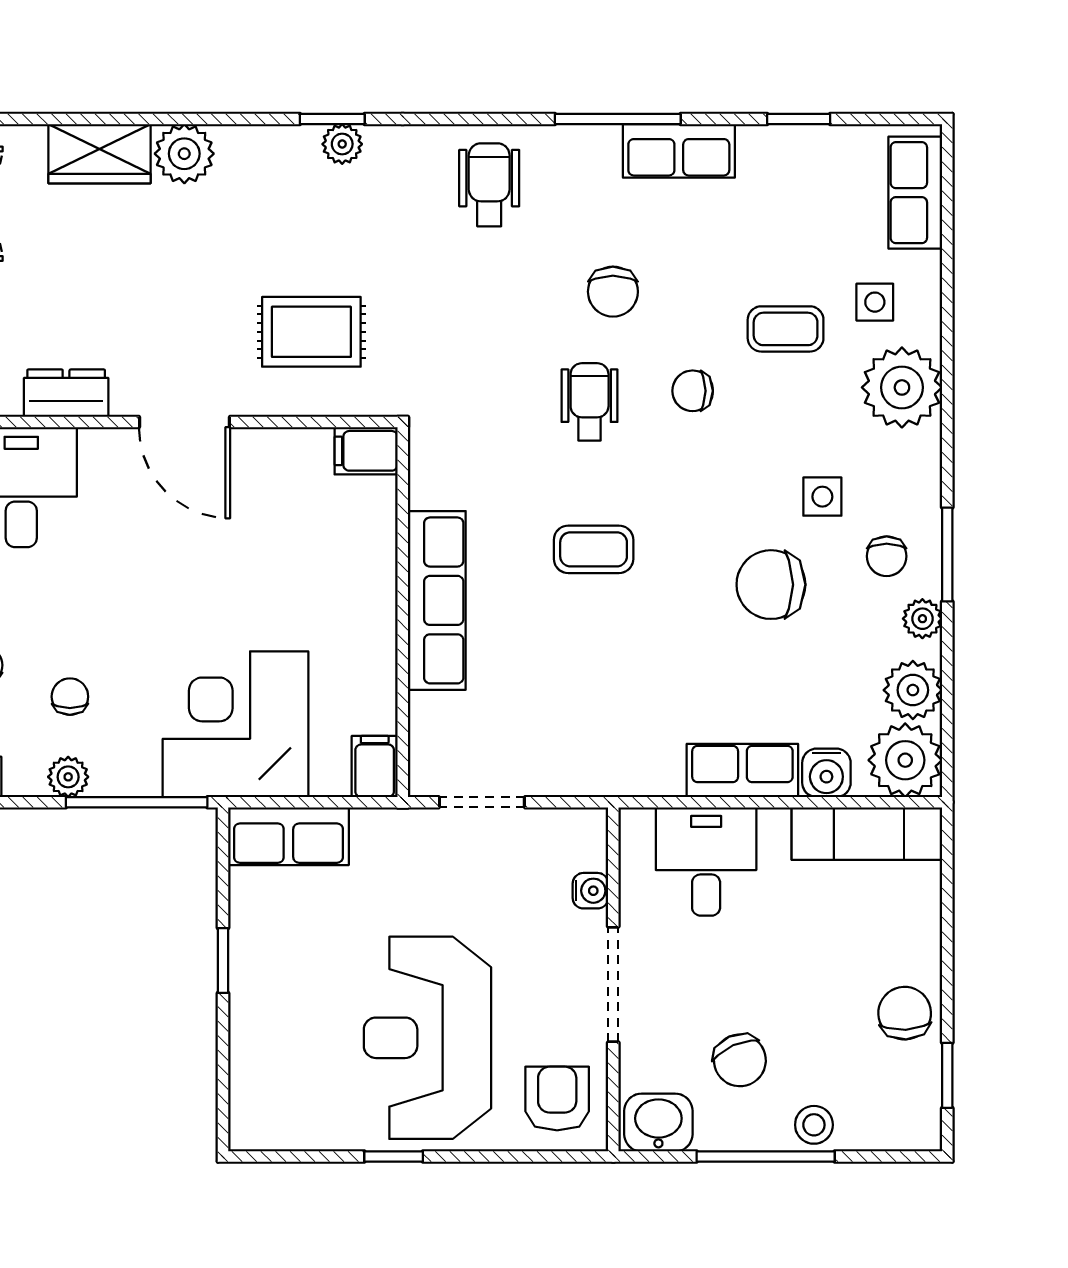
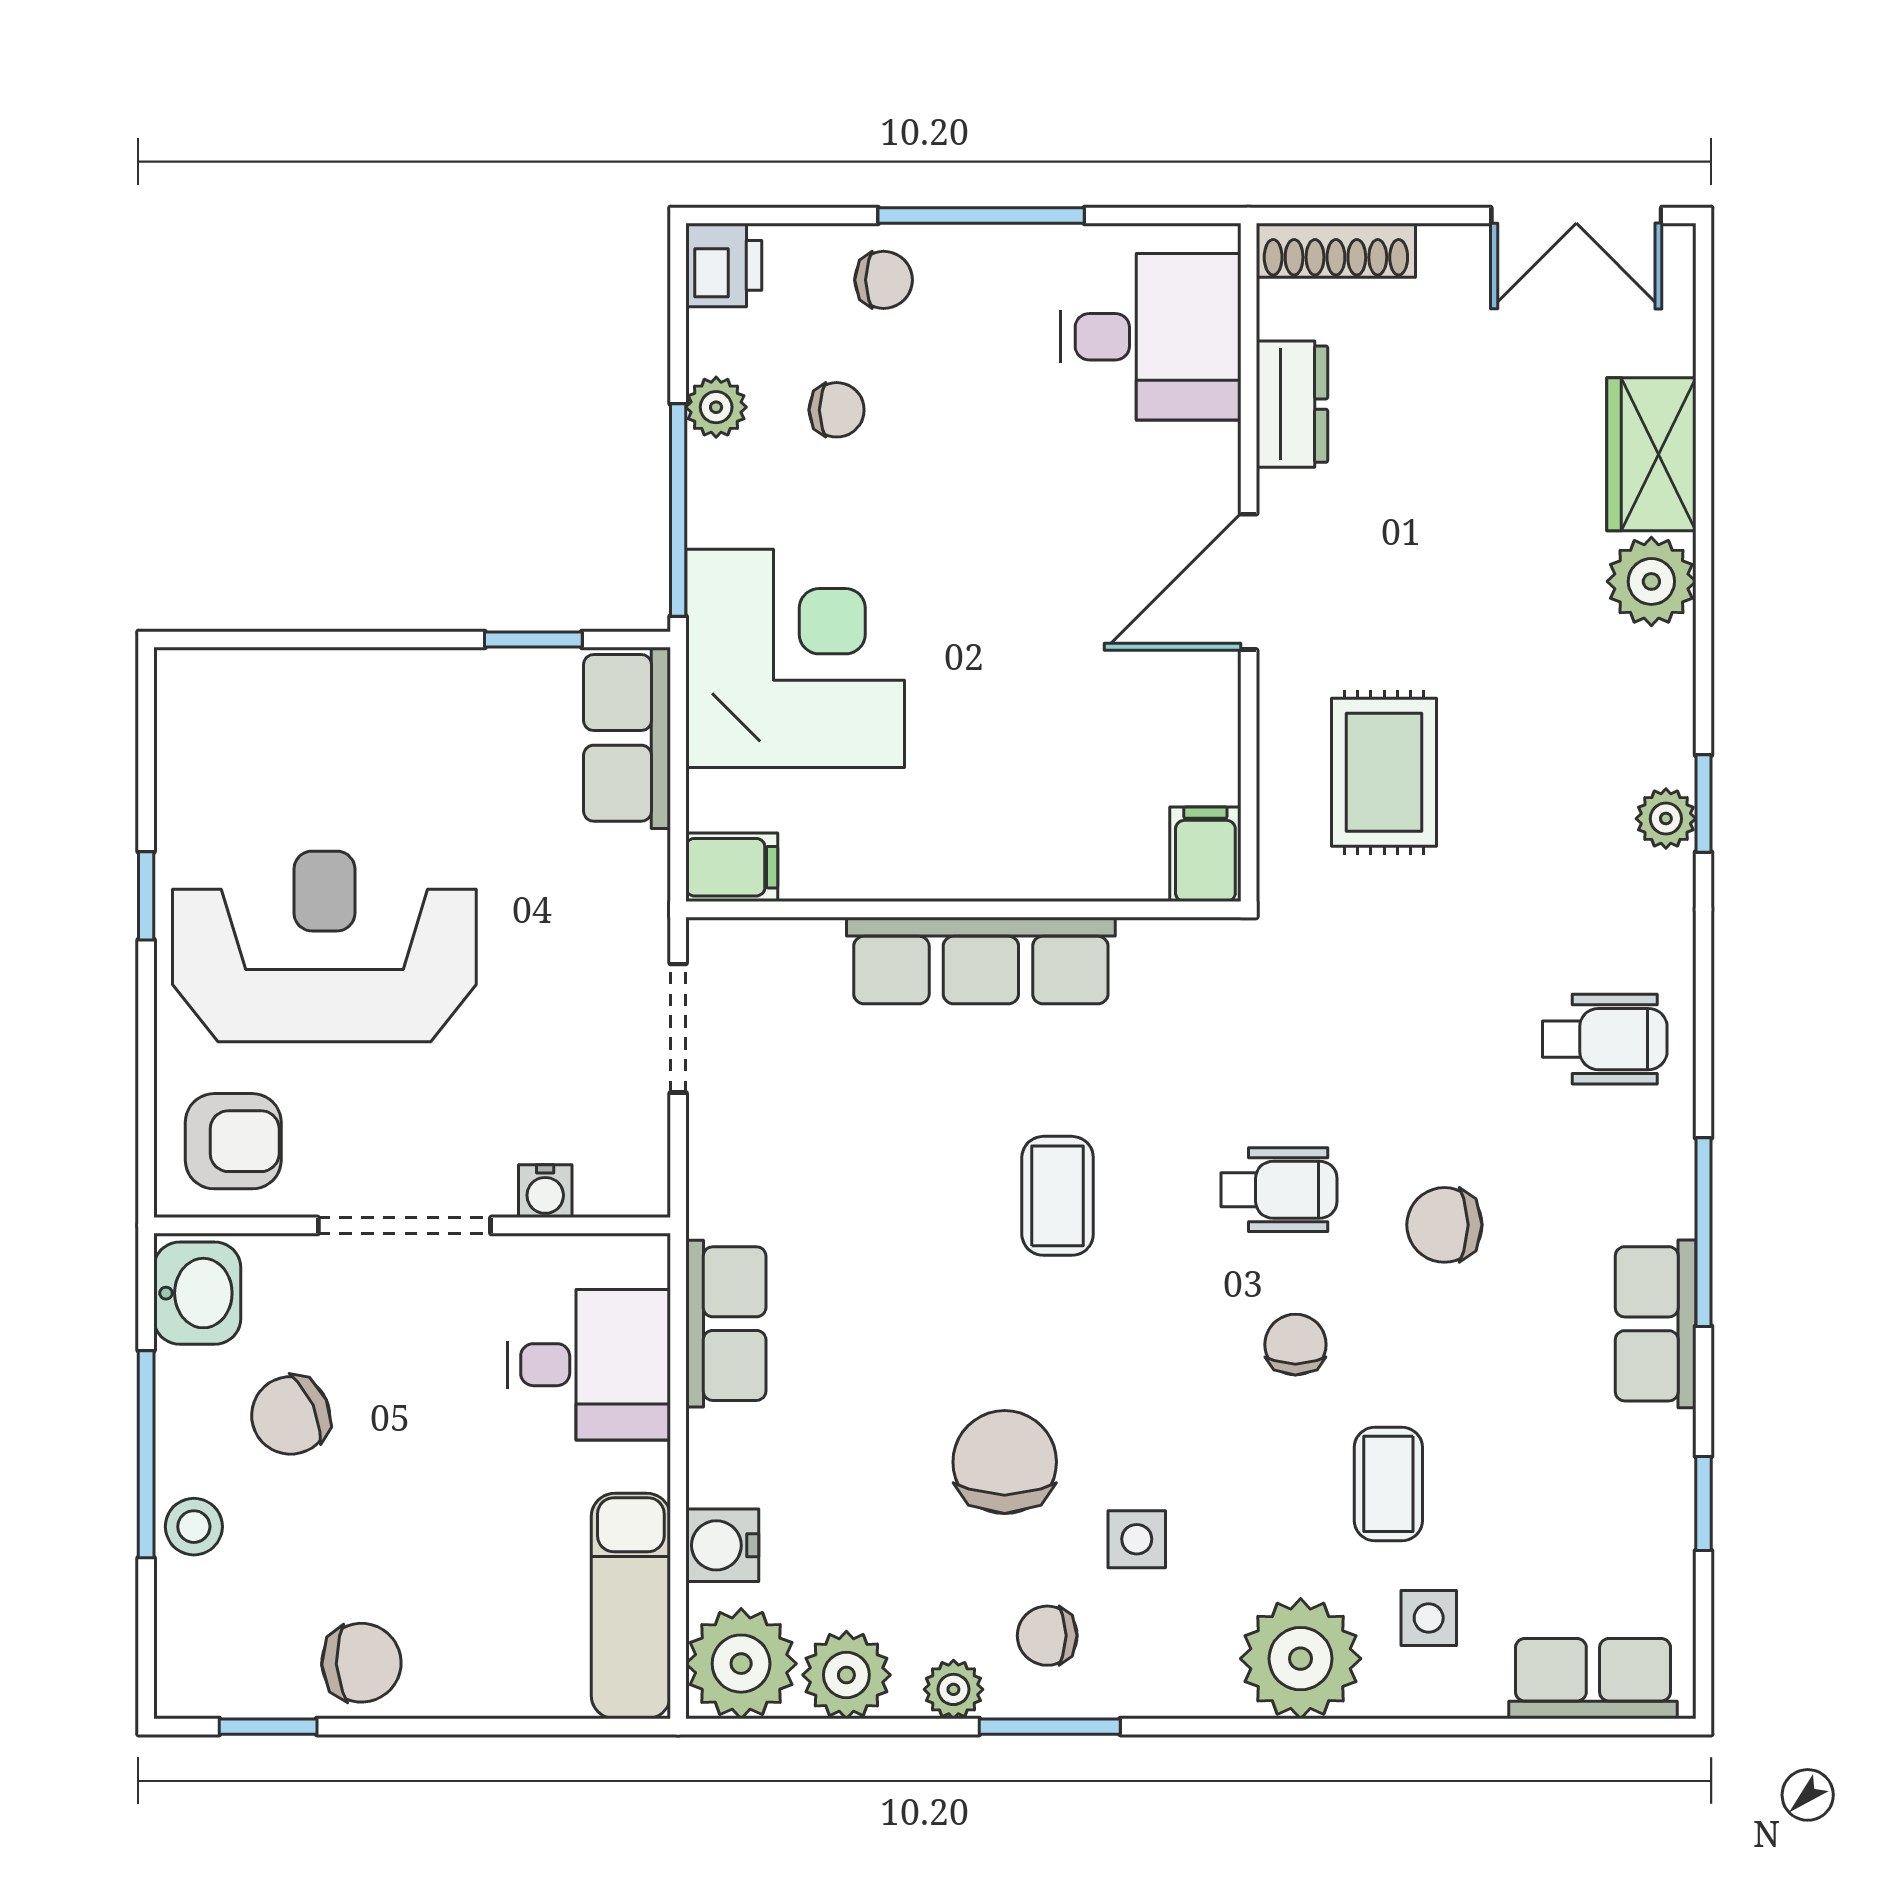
row of seats: (742, 770) -> (726, 1324), moved
window: (223, 961) -> (533, 640), moved

